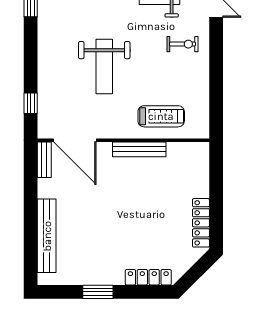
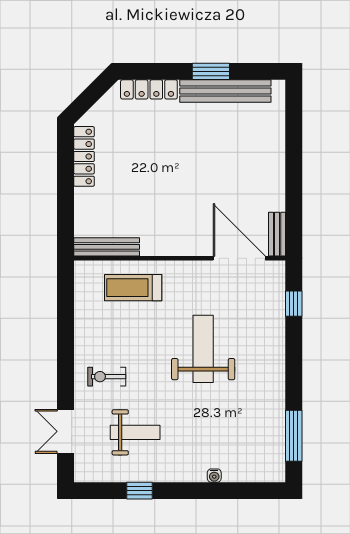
bench: (139, 149) -> (107, 247), moved
bench: (47, 236) -> (225, 91), moved, turned 90

